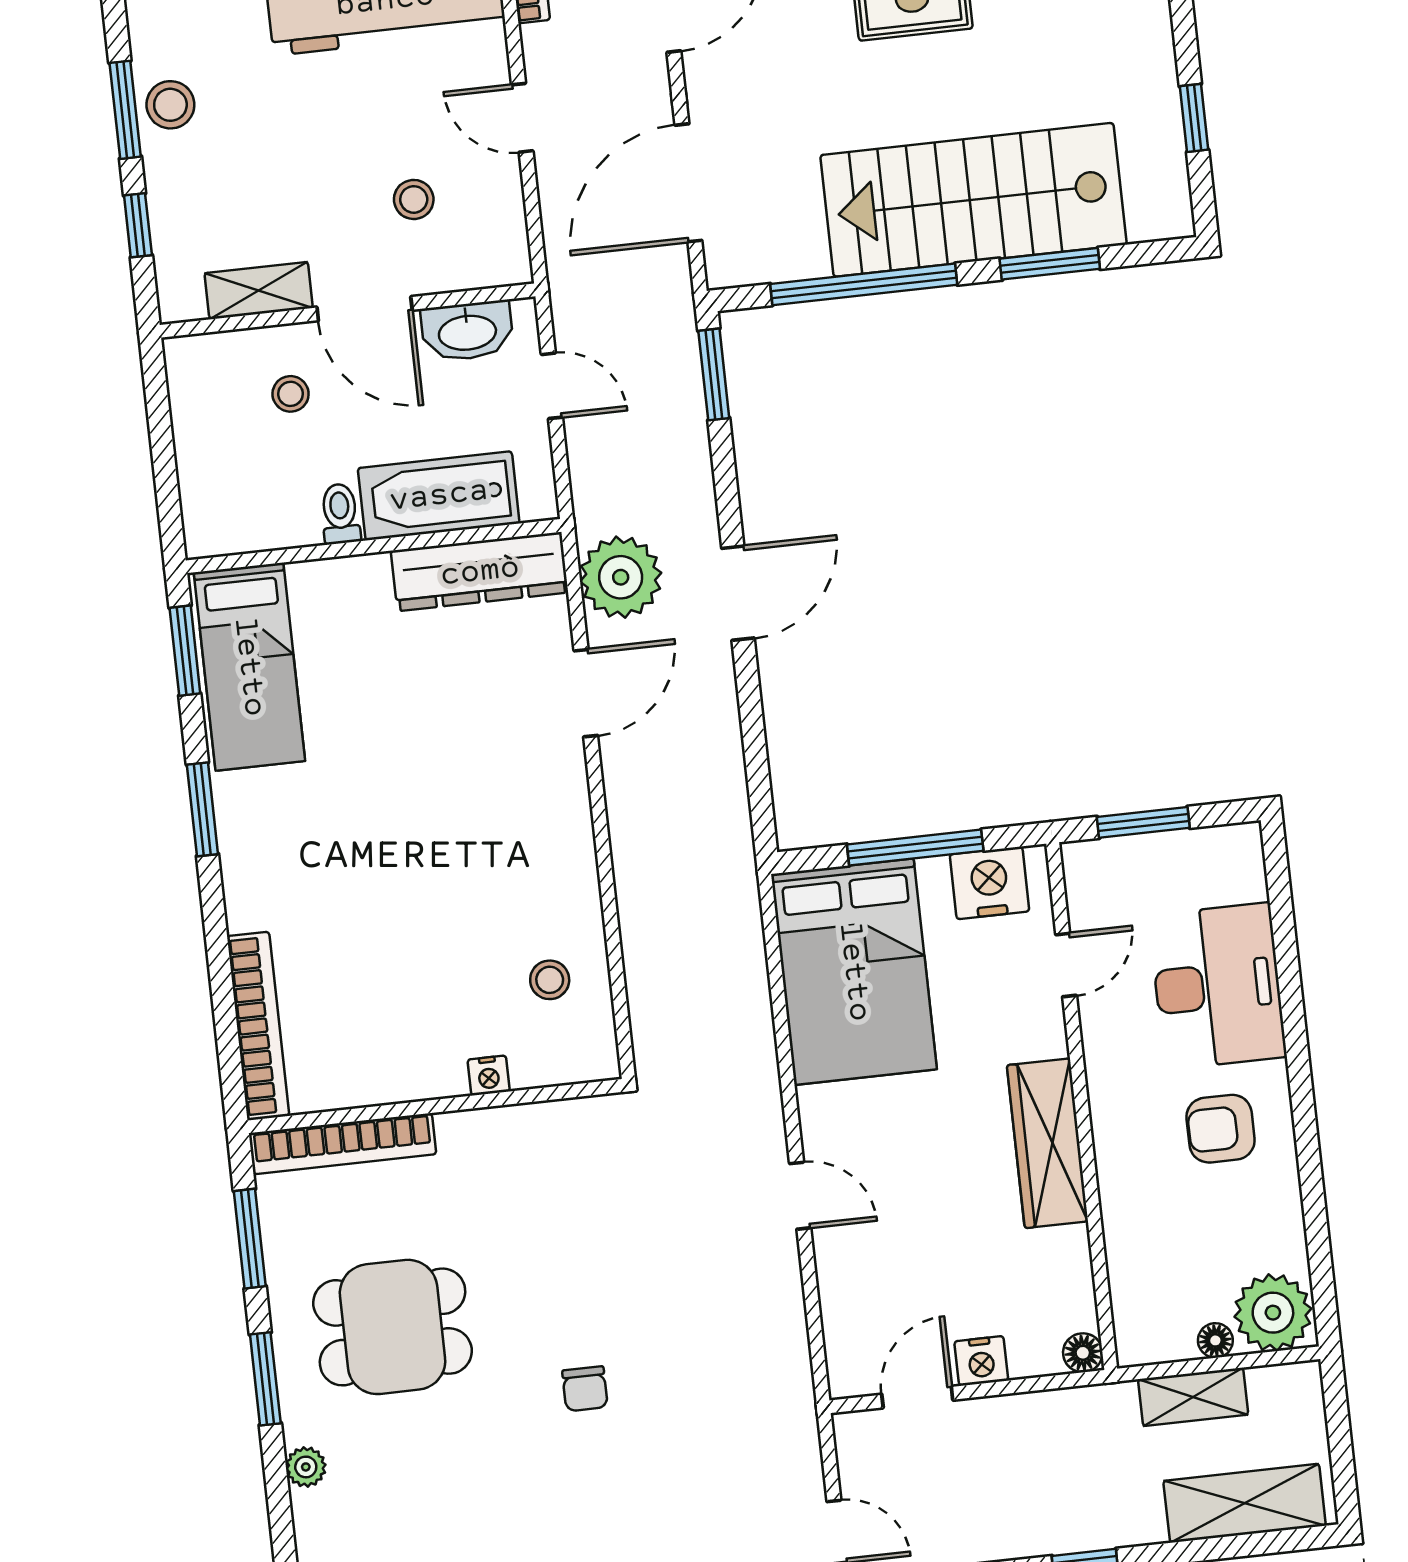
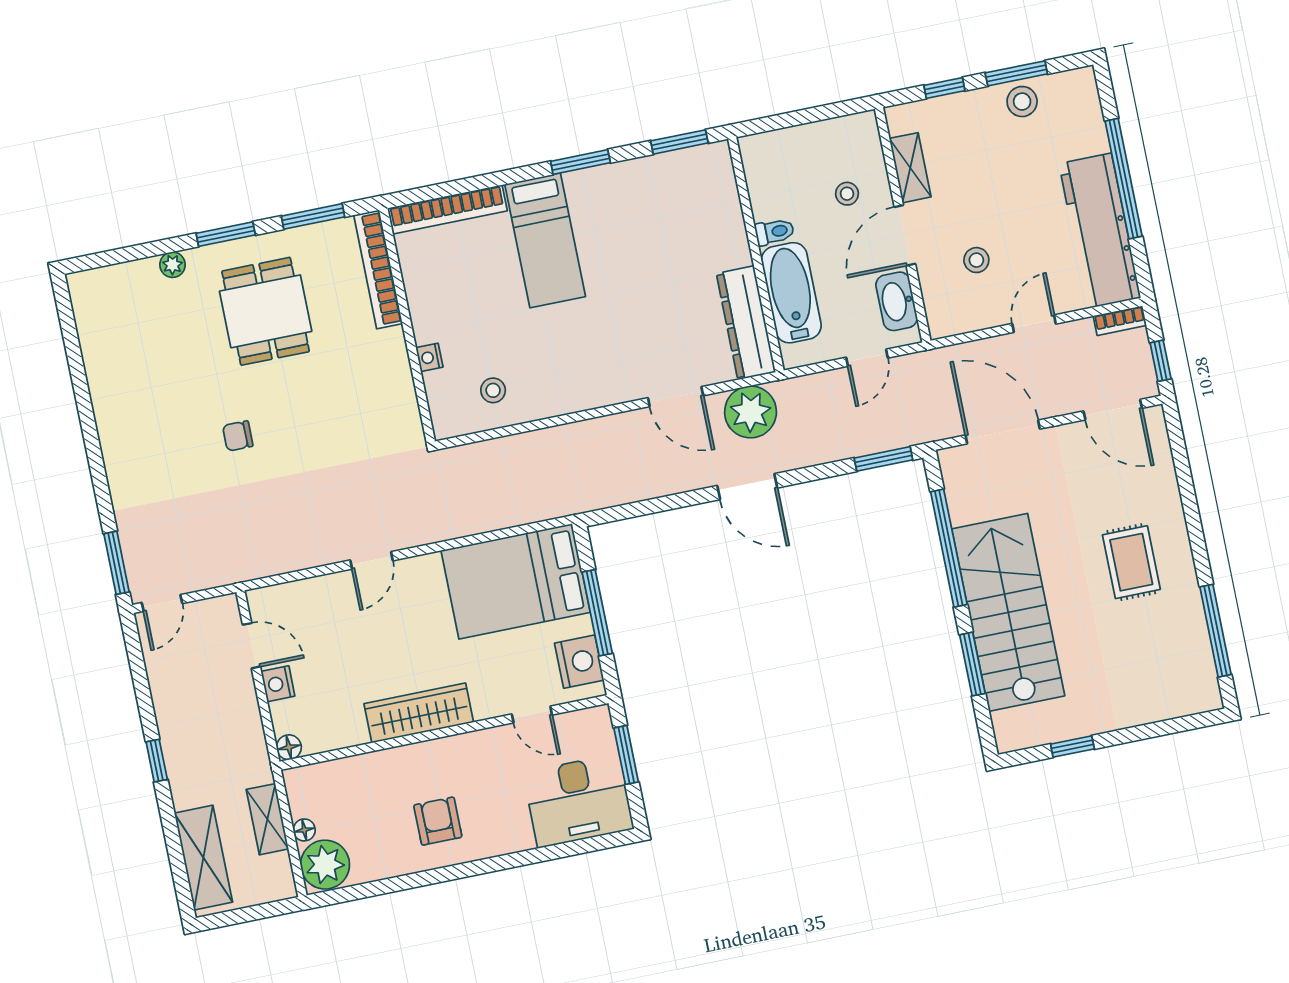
bed: (249, 667) -> (545, 240), moved, turned -90
desk: (1218, 986) -> (578, 801), moved

